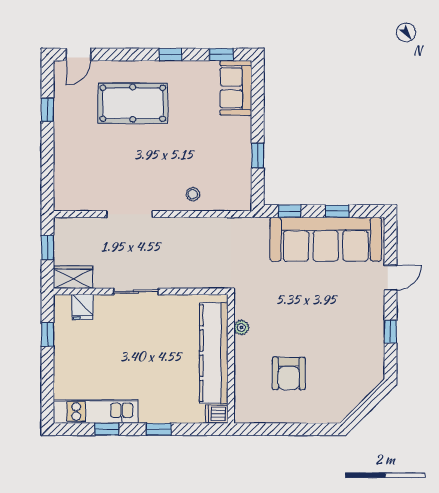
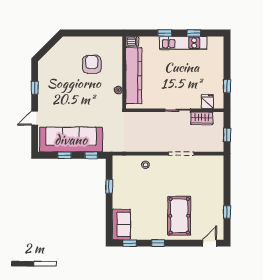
pool table: (133, 103) -> (179, 216), turned 90
wardrobe: (73, 277) -> (202, 118), moved
kitchen unit: (96, 411) -> (183, 43), moved

